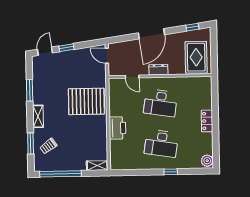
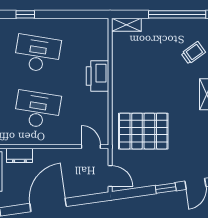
dresser: (158, 70) -> (19, 155), moved
door: (132, 77) -> (91, 147), moved
pallet: (86, 101) -> (143, 131), moved

